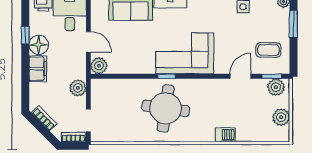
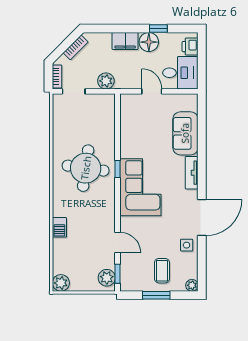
window: (293, 24) -> (156, 295), moved
door: (88, 42) -> (152, 91), swing flipped
coffee table: (268, 50) -> (162, 271), moved
plant: (99, 66) -> (128, 102), removed
plant: (281, 117) -> (61, 283), moved

